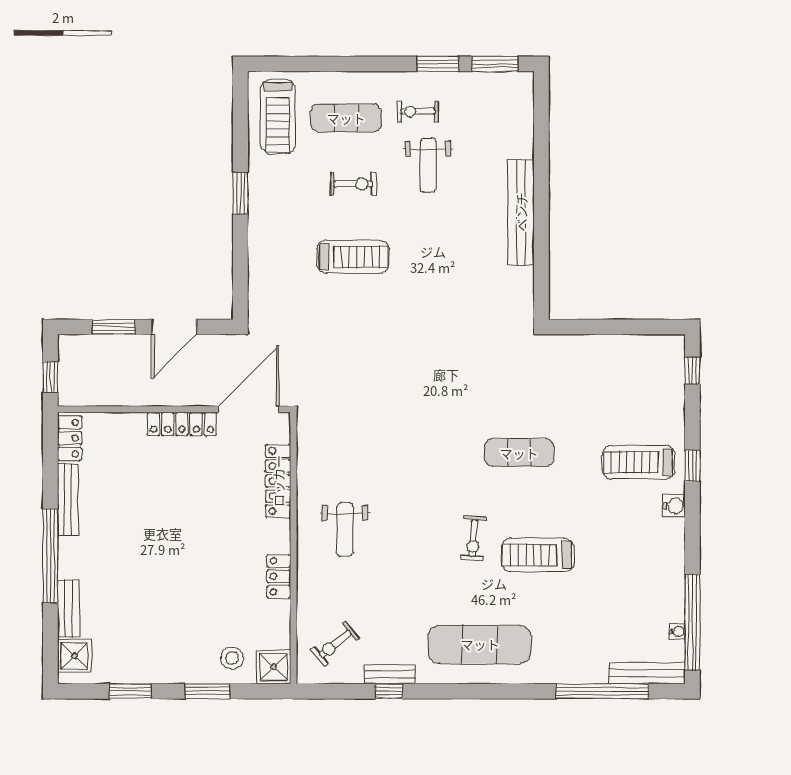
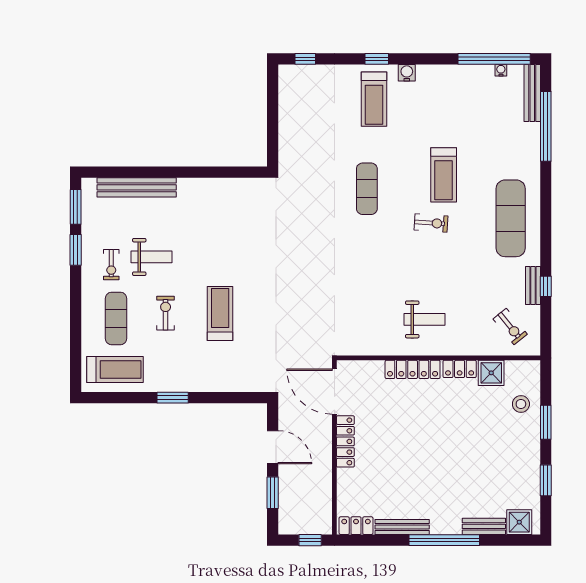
bench: (521, 212) -> (137, 187), moved
locker: (278, 481) -> (413, 369), moved
shower: (274, 667) -> (491, 373), moved

